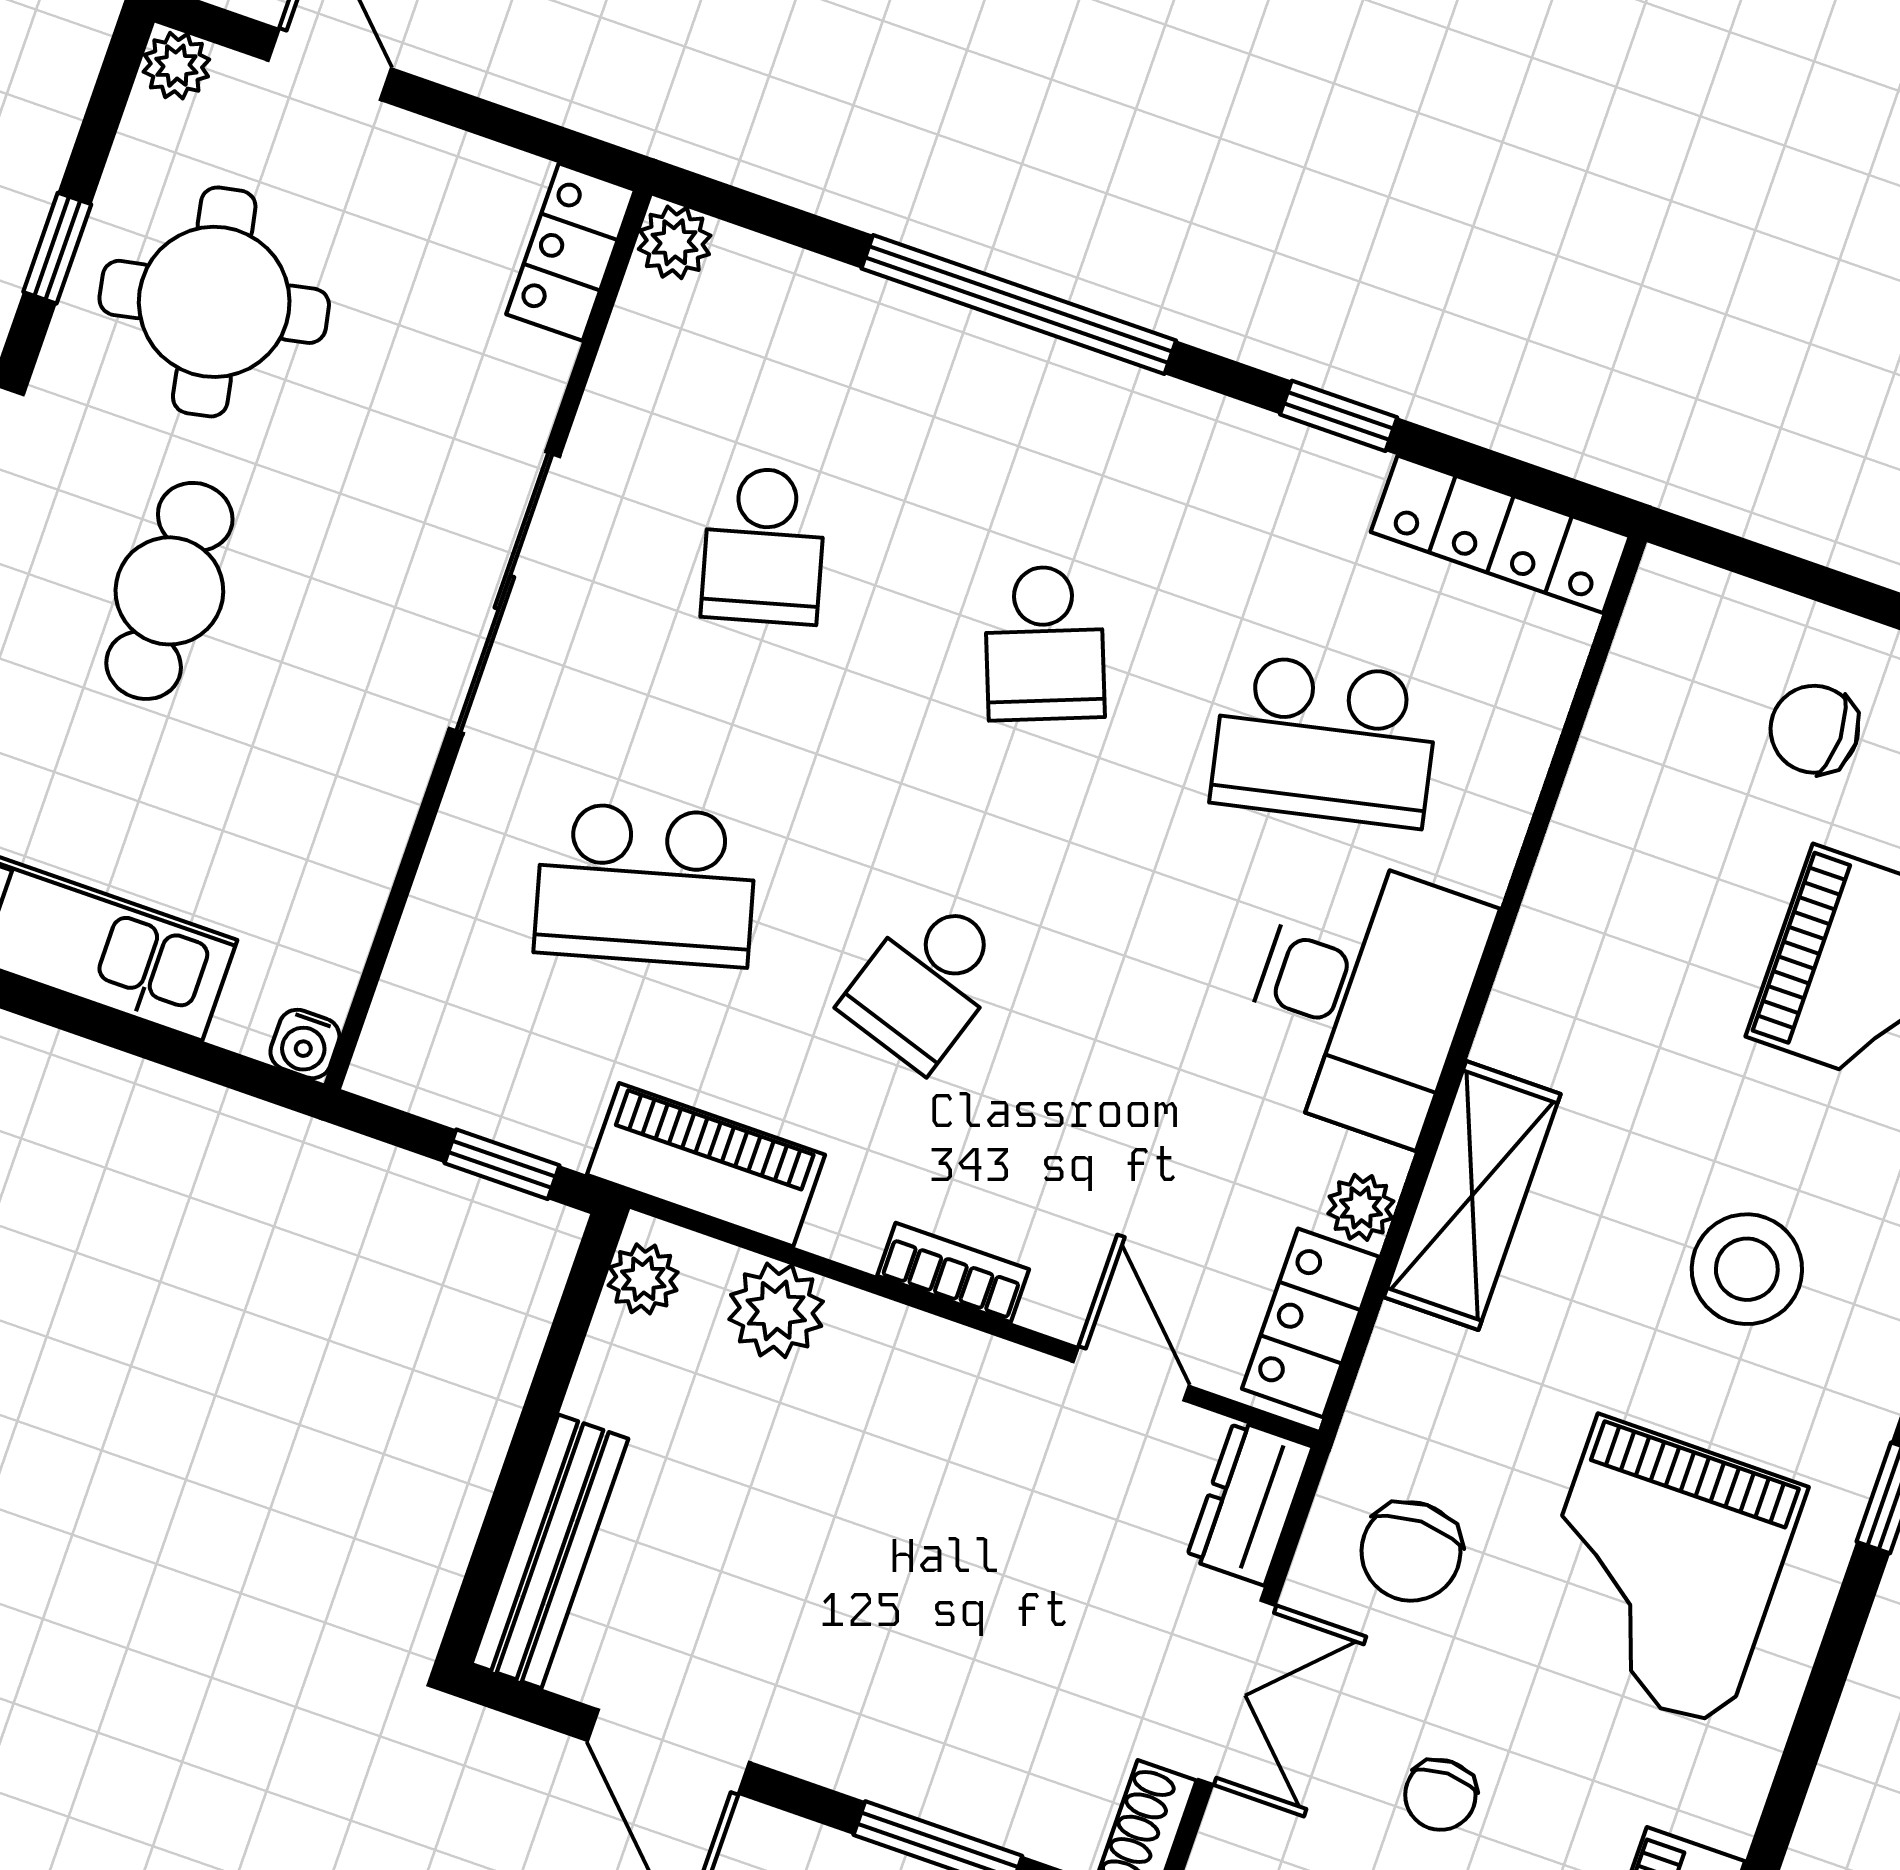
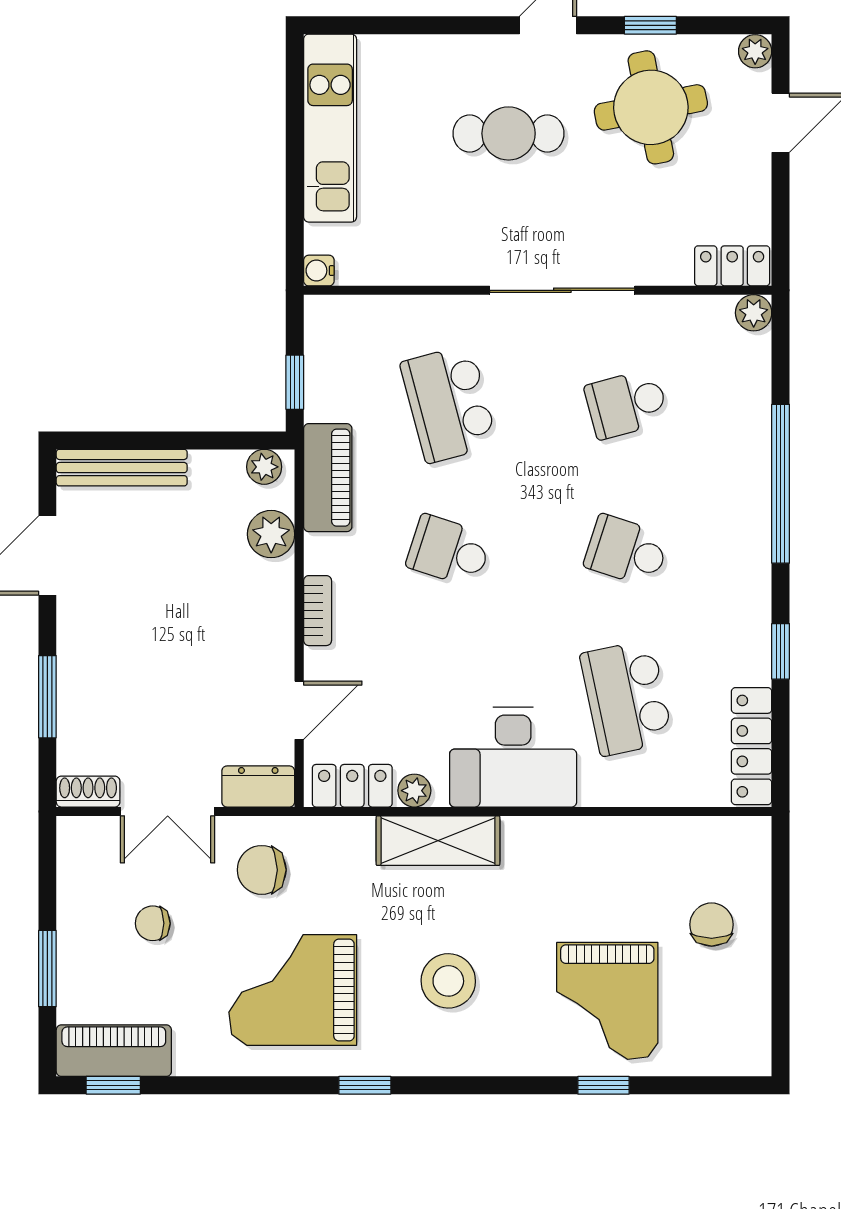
school desk: (1044, 643) -> (626, 551), turned 39

